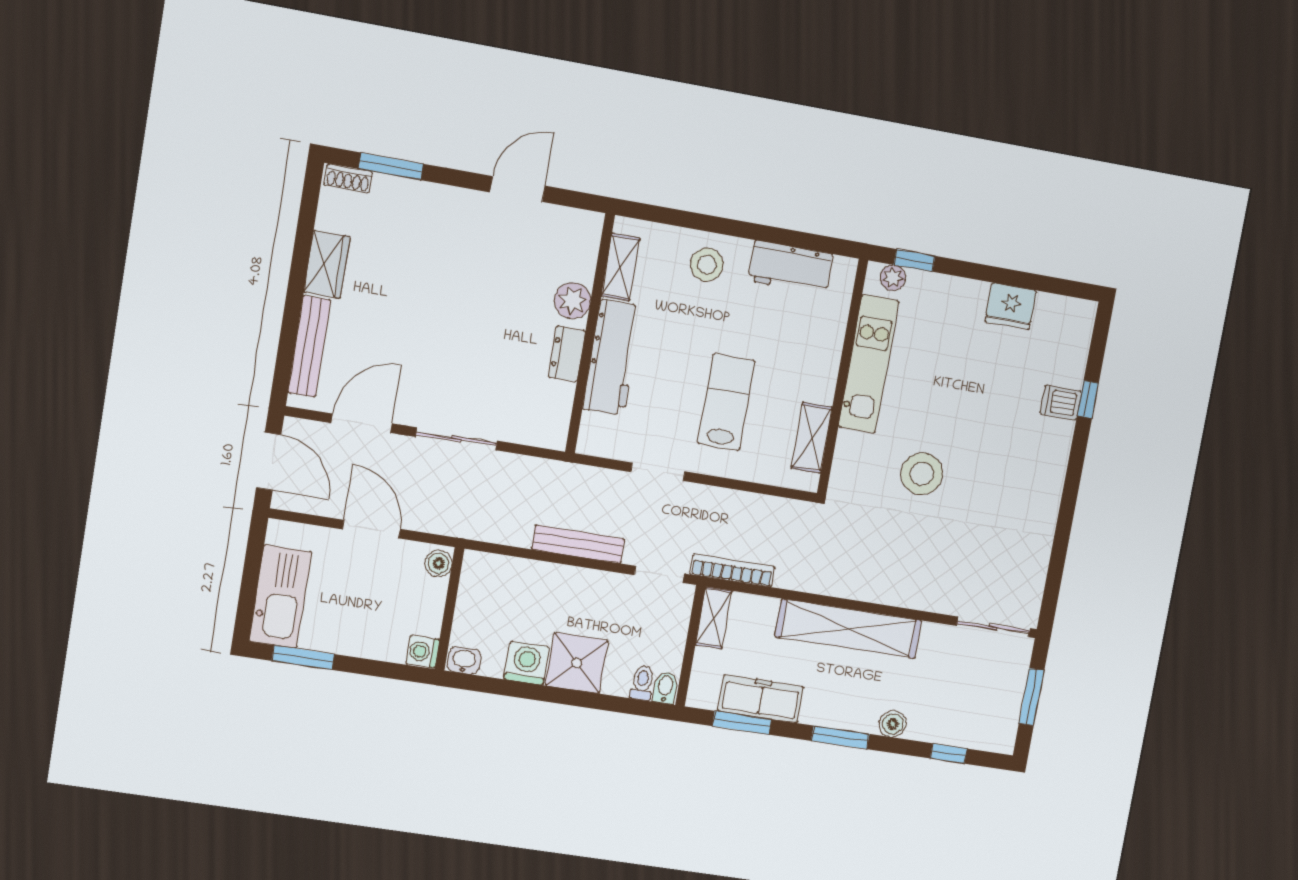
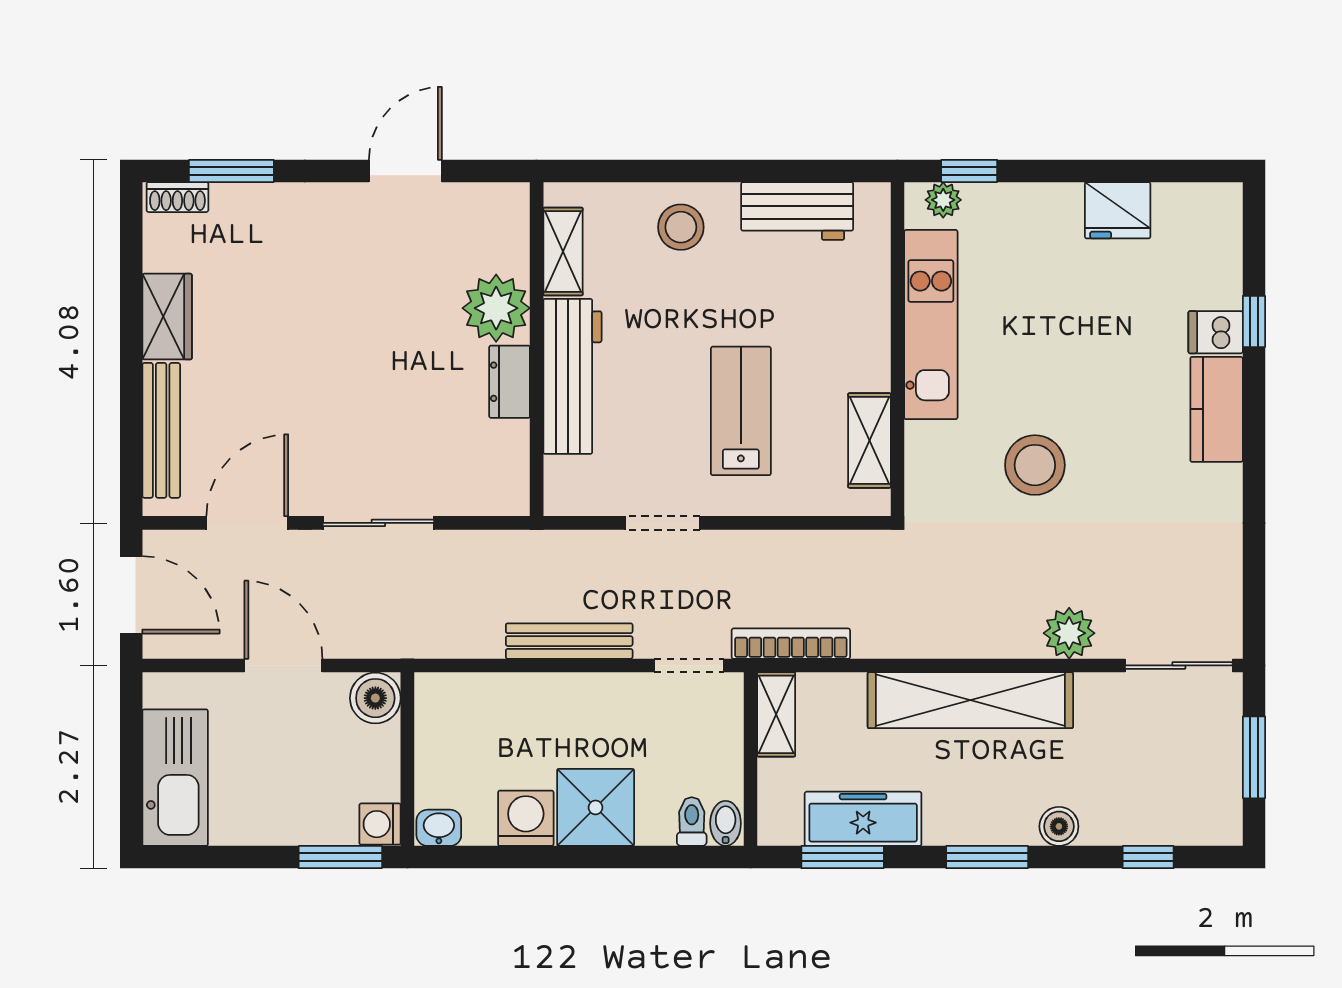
plant: (573, 301) -> (496, 308), width x1.36, depth x1.36
kitchen counter: (1051, 456) -> (1217, 409), added
boiler: (439, 563) -> (375, 698), width x1.36, depth x1.36
plant: (924, 593) -> (1069, 633), added
window: (303, 657) -> (340, 857), moved

